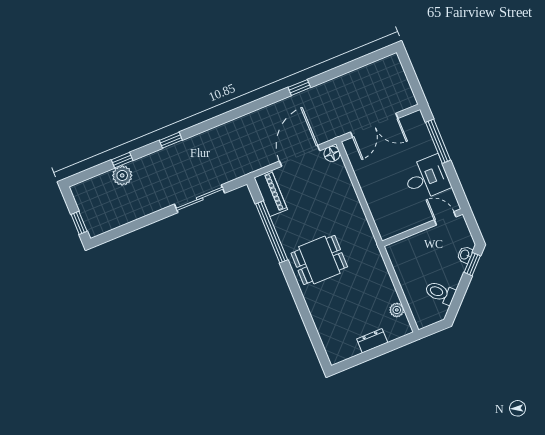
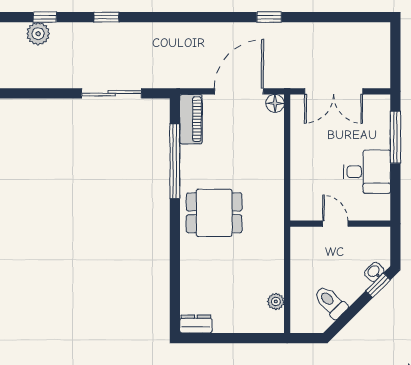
door: (445, 218) -> (335, 224), moved
dresser: (372, 341) -> (196, 324), moved

